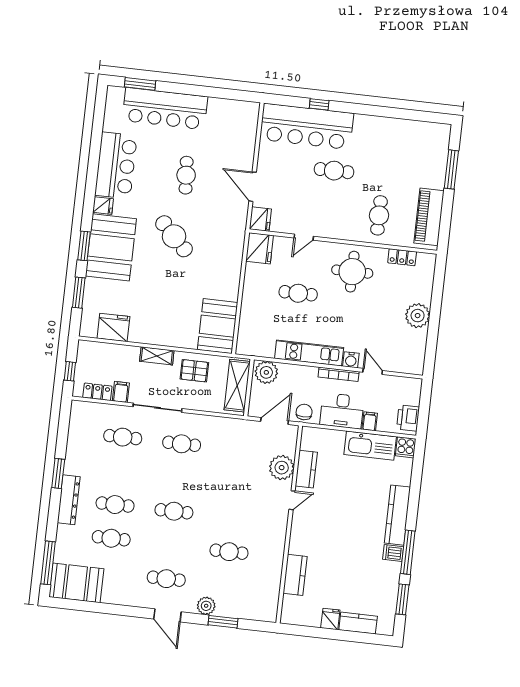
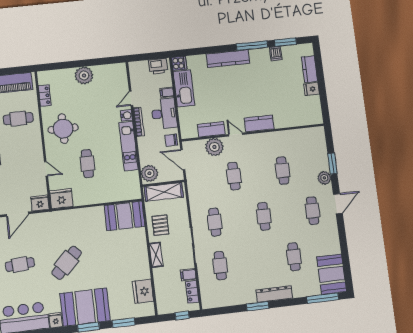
cafe table: (115, 505) -> (234, 176), moved
dishwasher: (393, 553) -> (276, 54), moved
kitchen counter: (295, 575) -> (259, 123), moved

